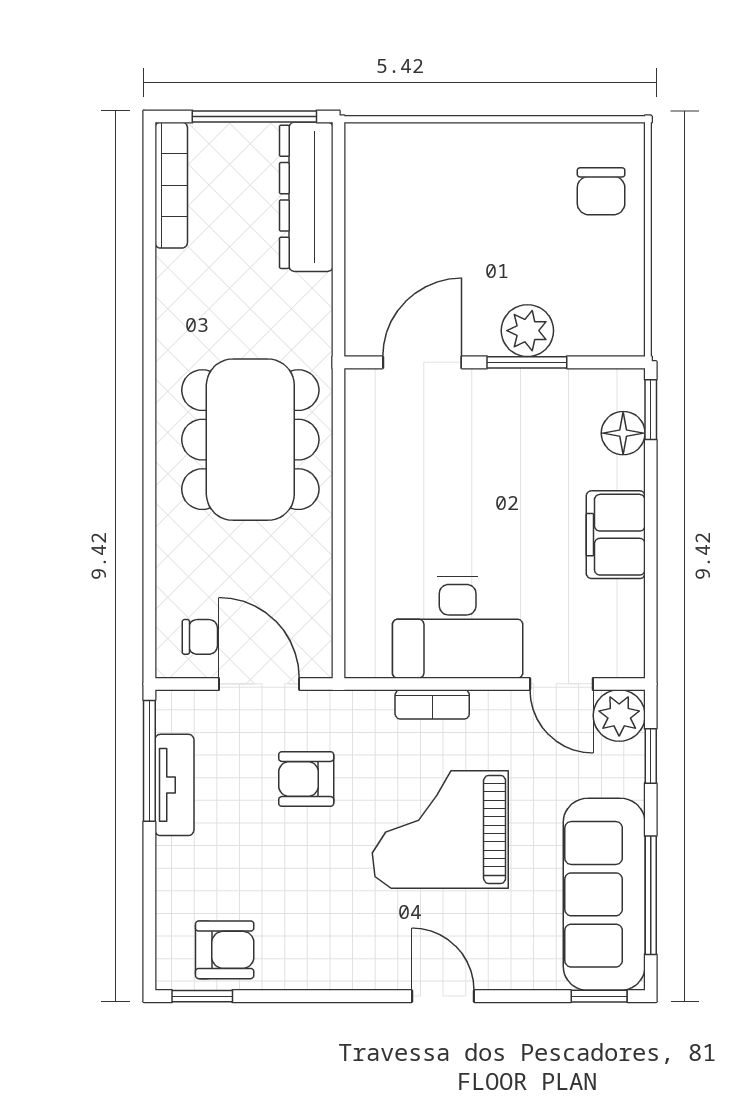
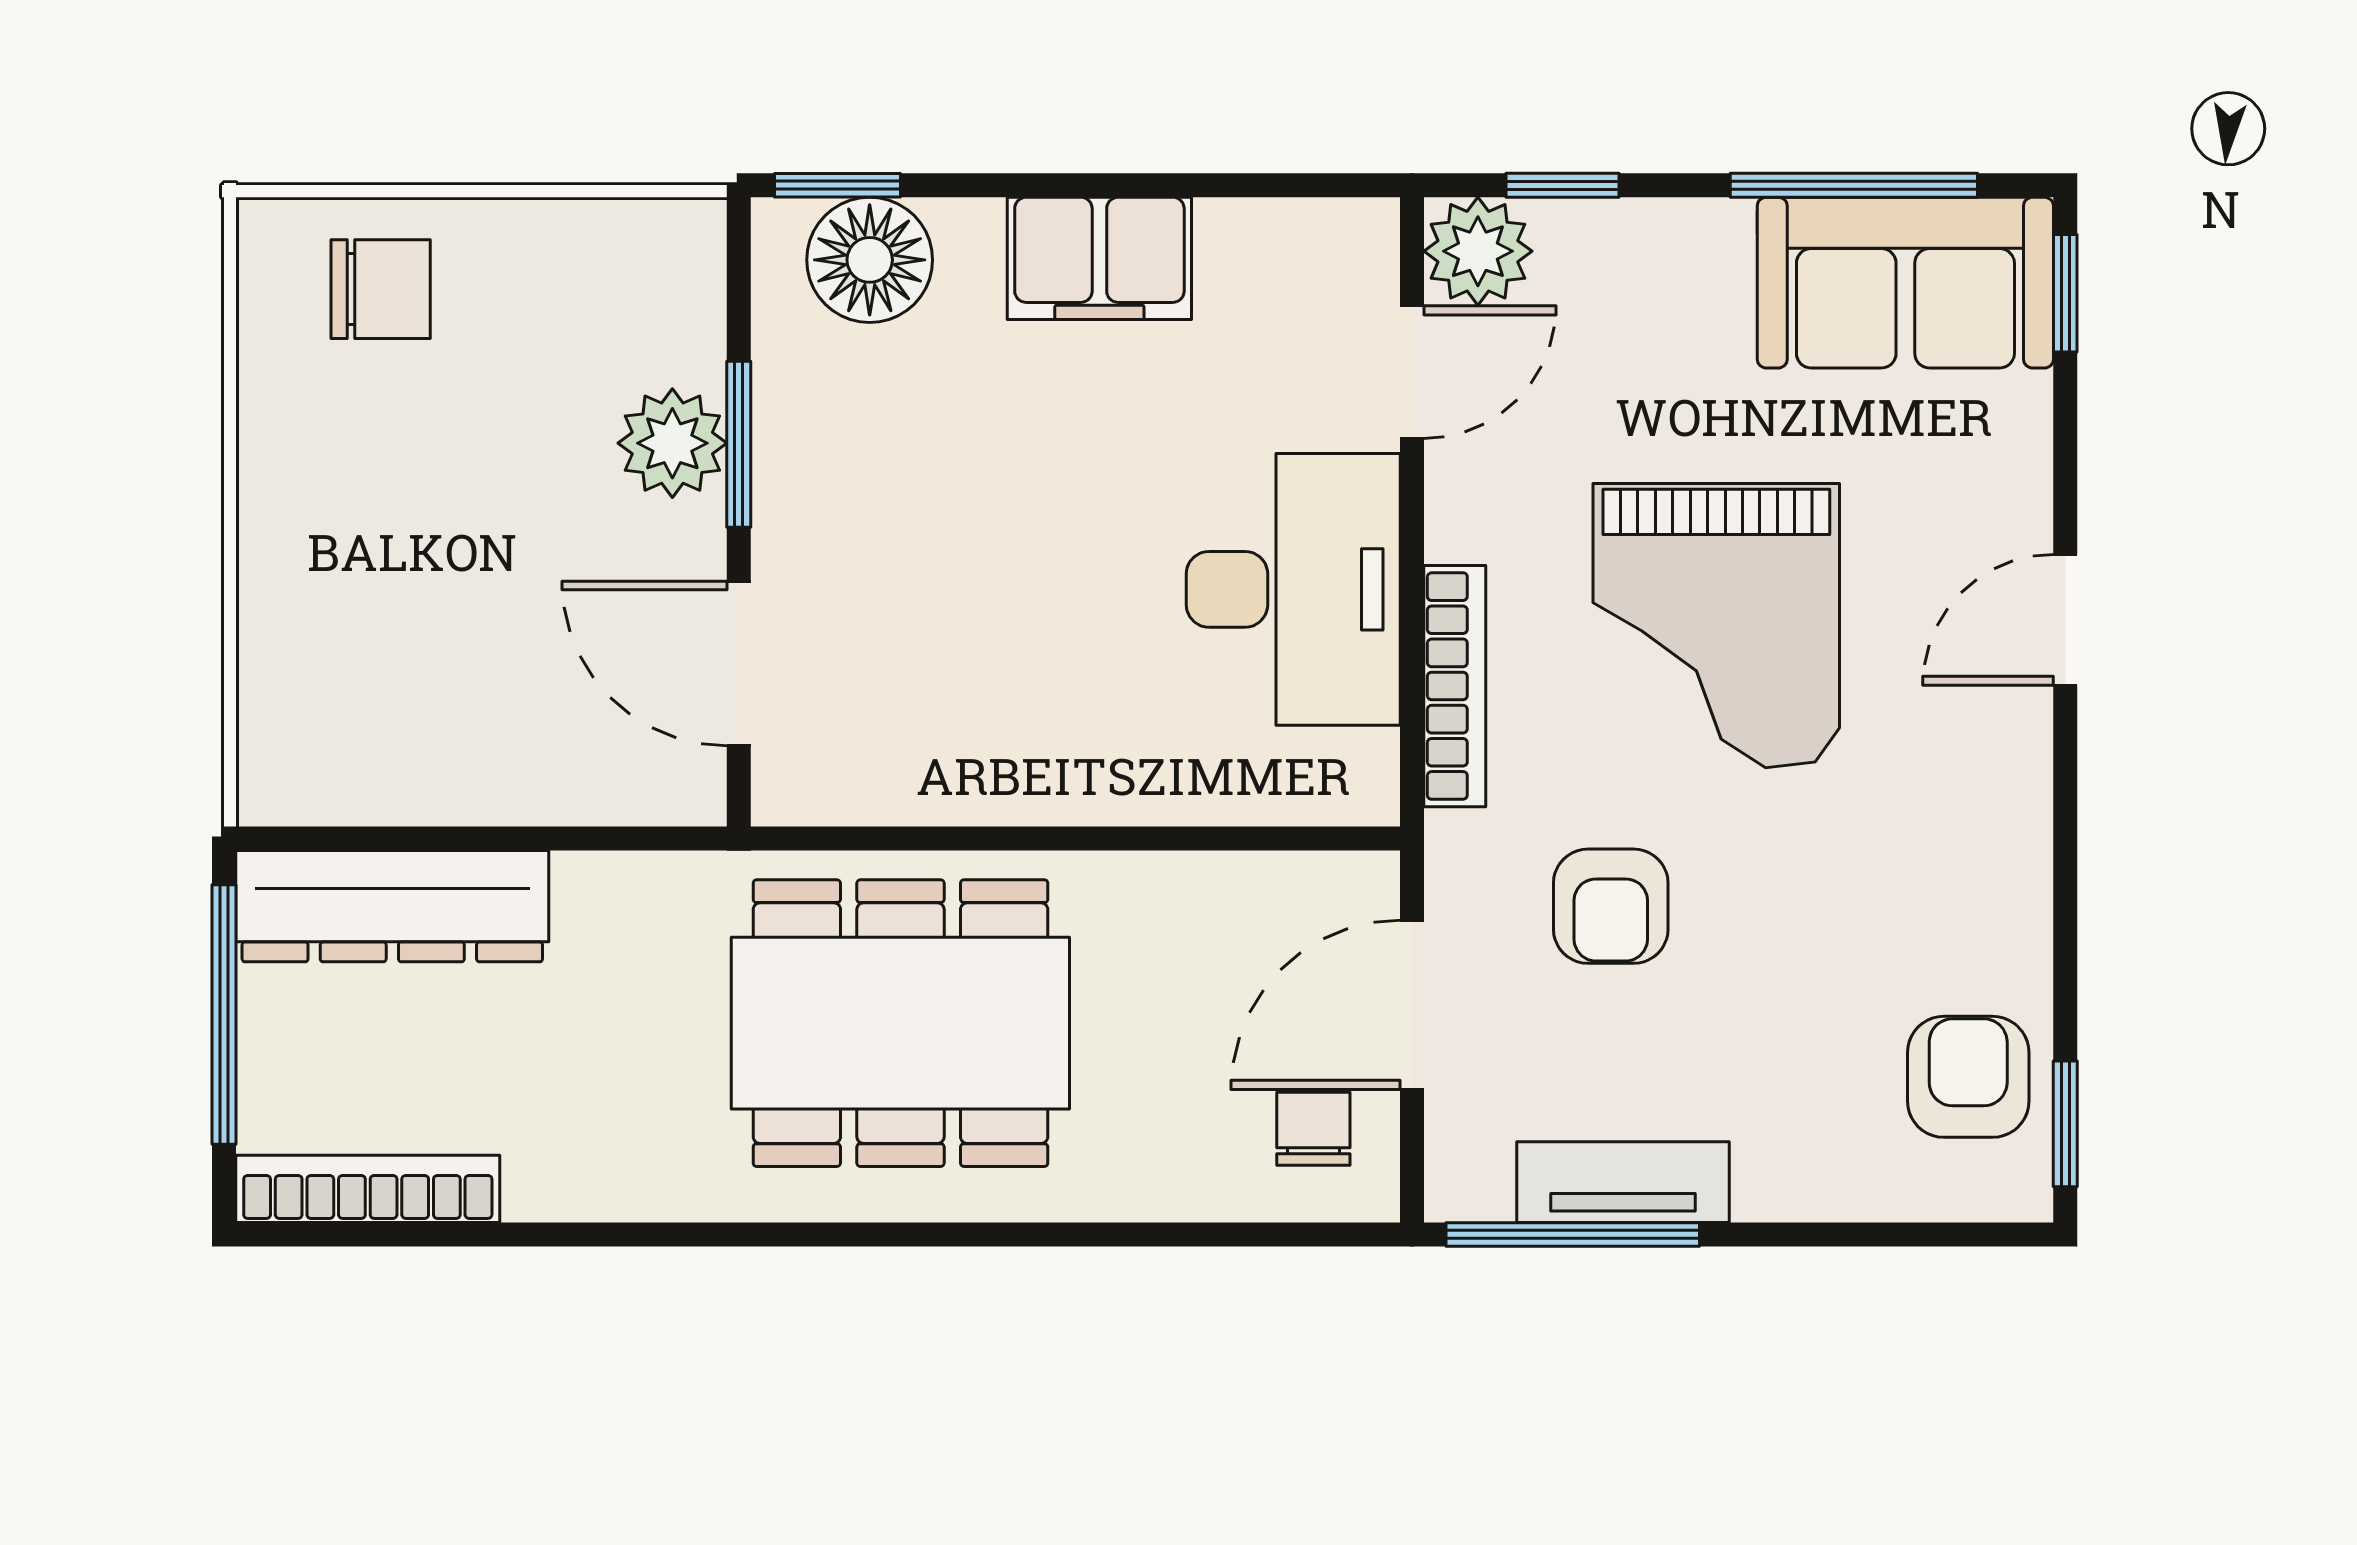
floor lamp: (623, 433) -> (870, 260), width x1.38, depth x1.38
bookcase: (432, 704) -> (1455, 686), width x1.56
sofa: (604, 894) -> (1905, 283), width x0.73

